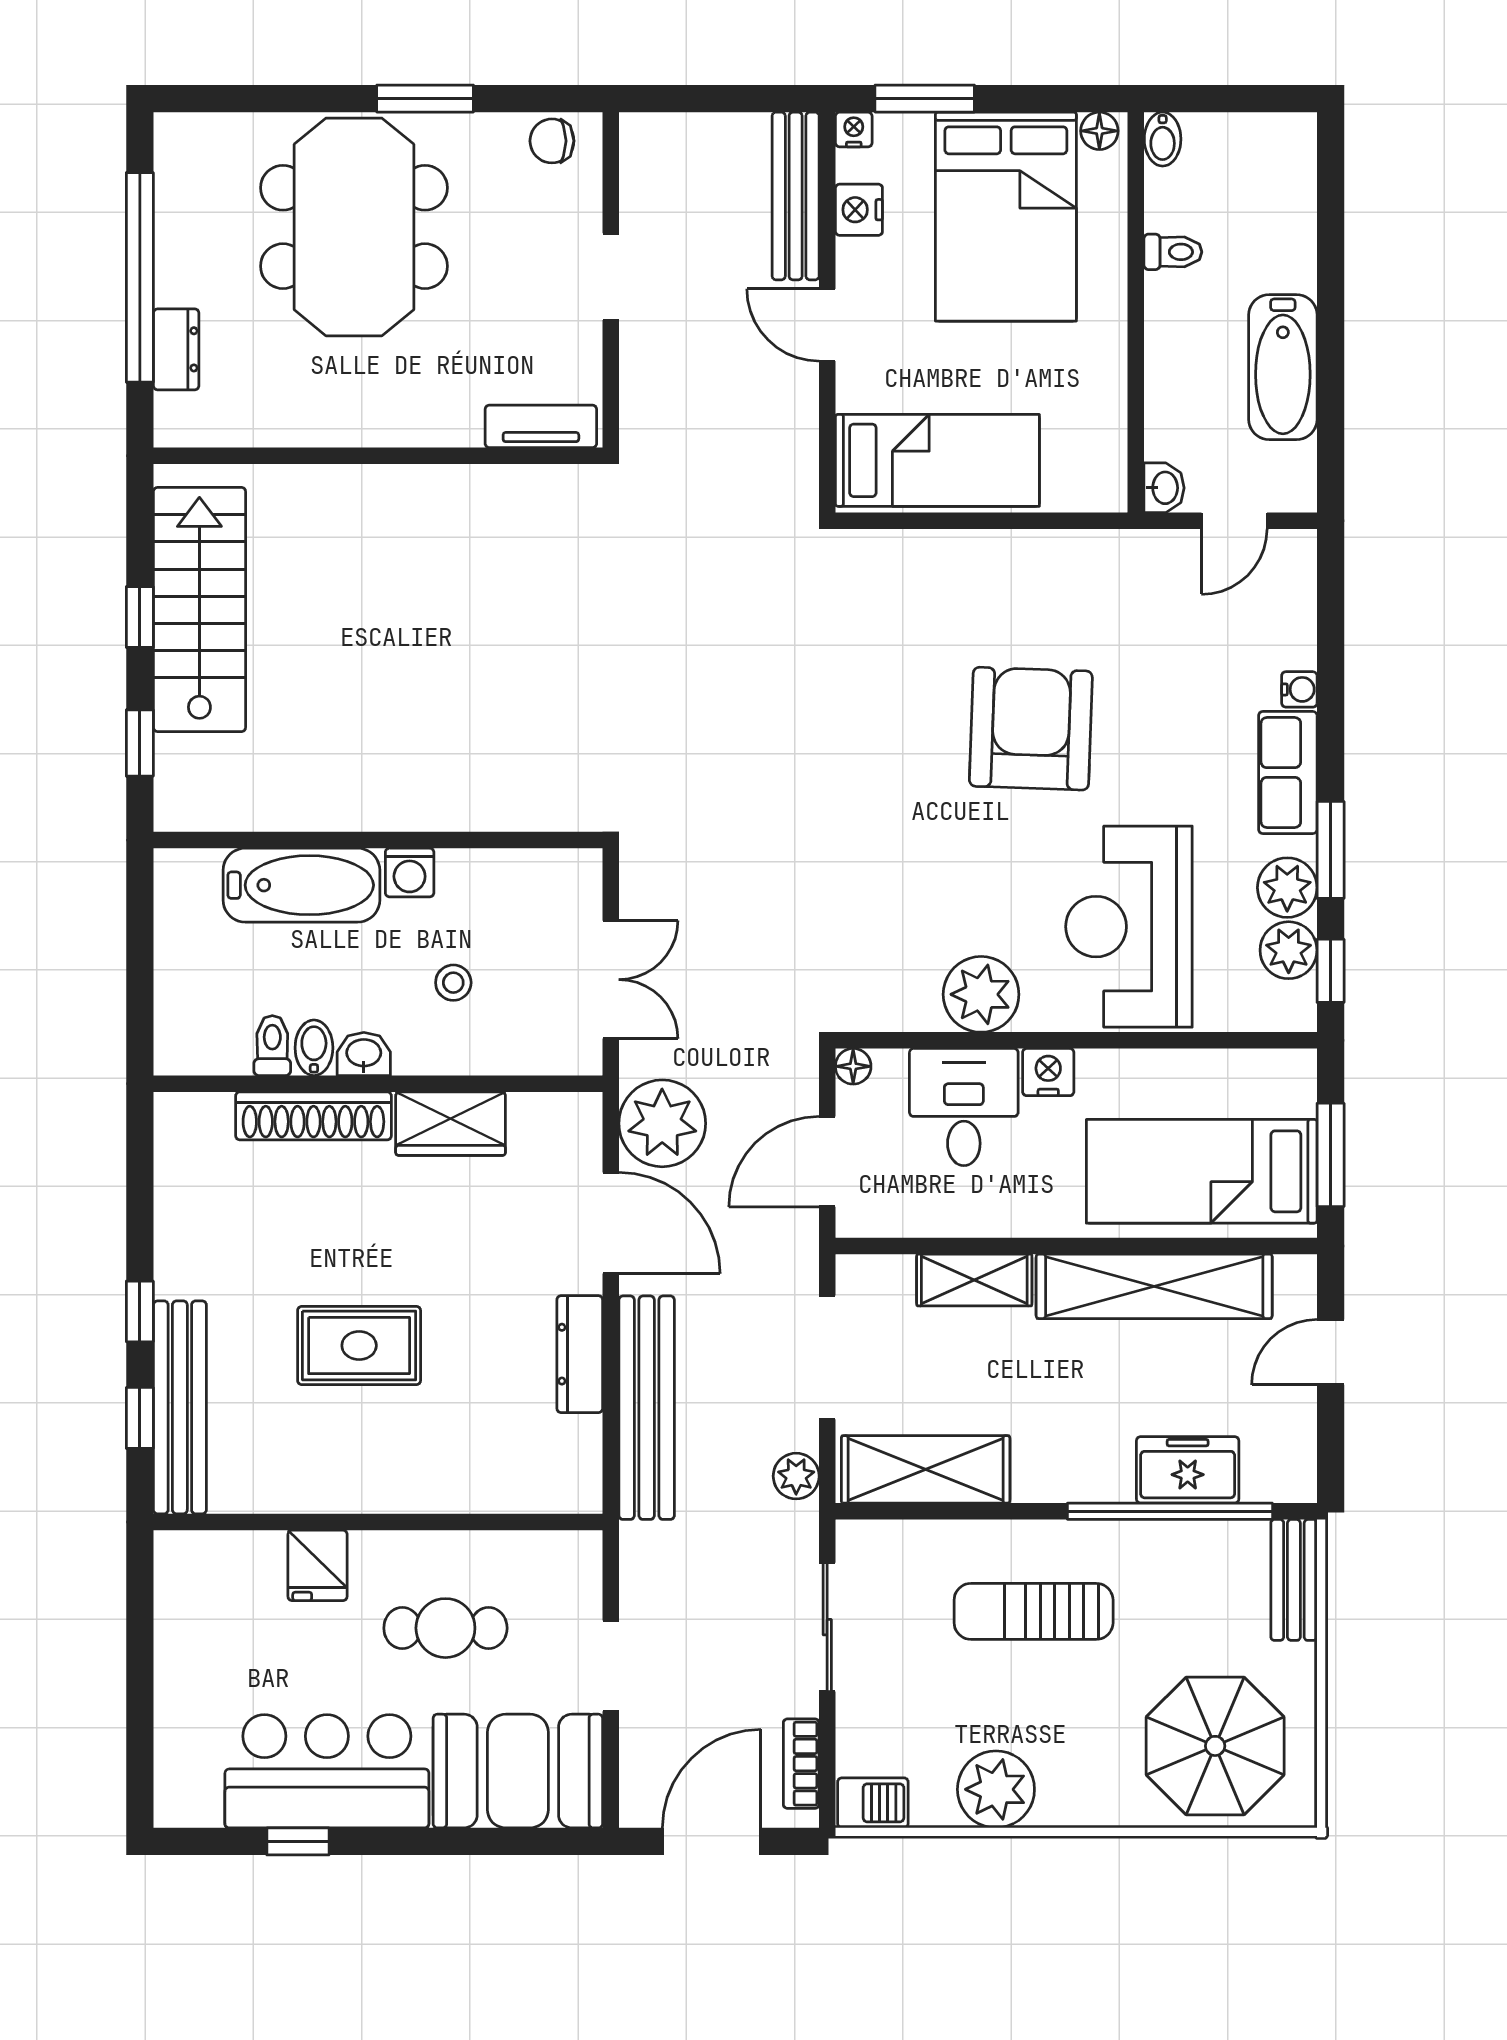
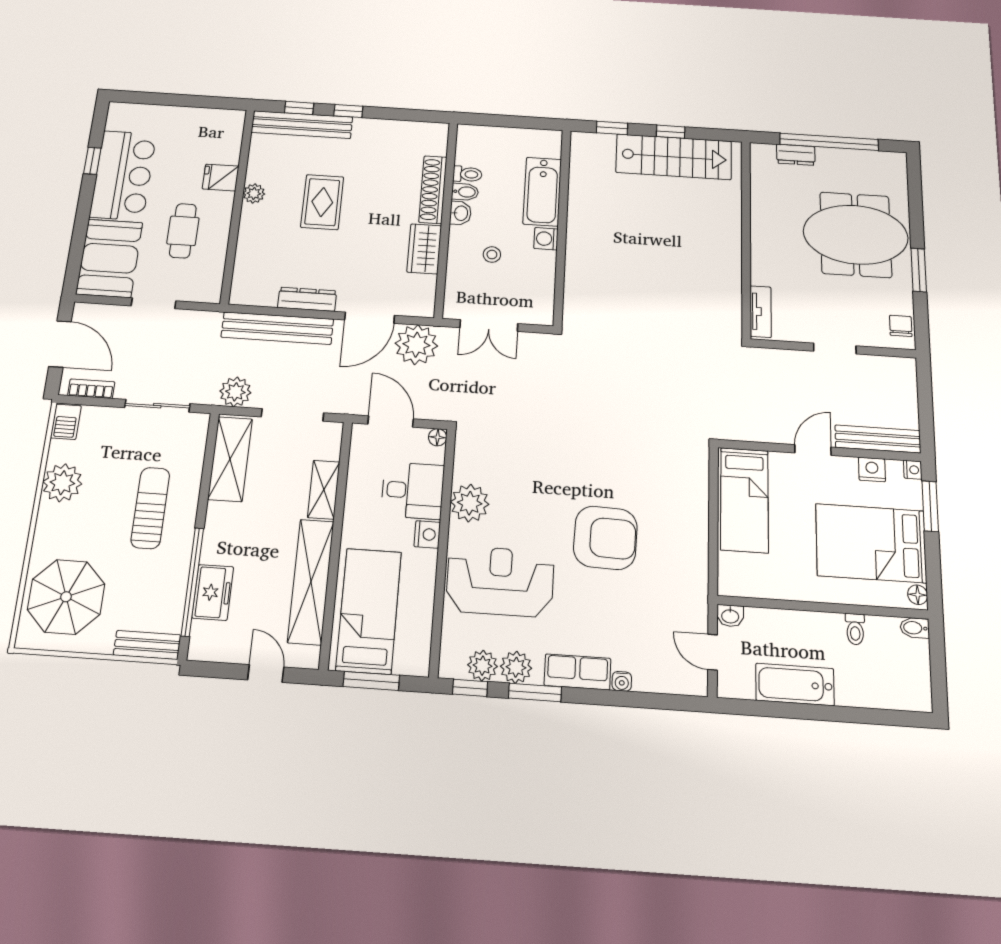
plant: (796, 1476) -> (235, 392), width x1.38, depth x1.38
plant: (350, 1491) -> (254, 193), added

